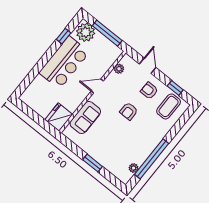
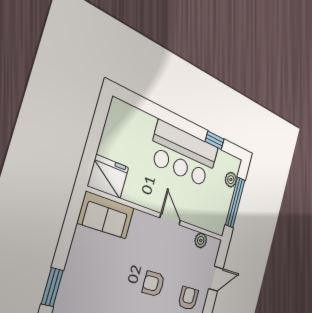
plant: (86, 32) -> (231, 180), width x0.53, depth x0.53
sofa: (85, 118) -> (106, 215), moved
window: (93, 163) -> (52, 287), moved

